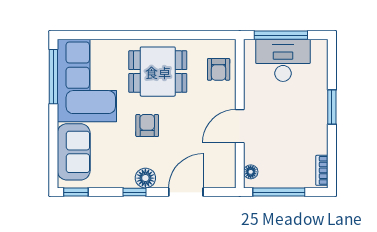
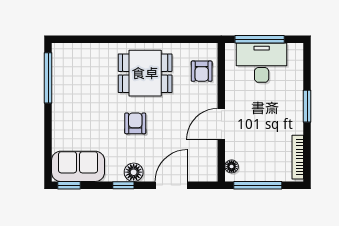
corner sofa: (87, 81) -> (79, 82), removed
sofa: (74, 152) -> (78, 166), moved, turned -90
bookcase: (322, 170) -> (298, 157), width x1.56

